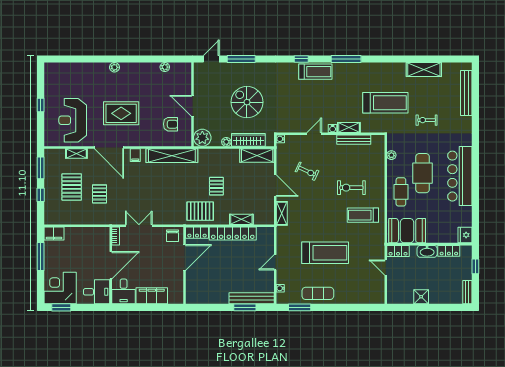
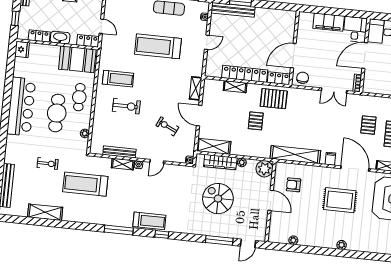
treadmill: (315, 72) -> (149, 221), turned 180
spiral stairs: (247, 102) -> (218, 199), turned 180

